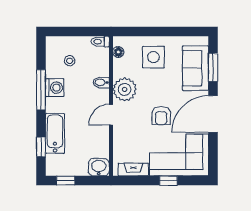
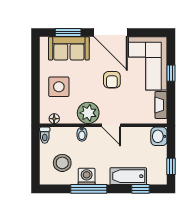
stool: (70, 61) -> (62, 163), width x1.89, depth x1.89
armchair: (161, 115) -> (112, 80), turned 90

